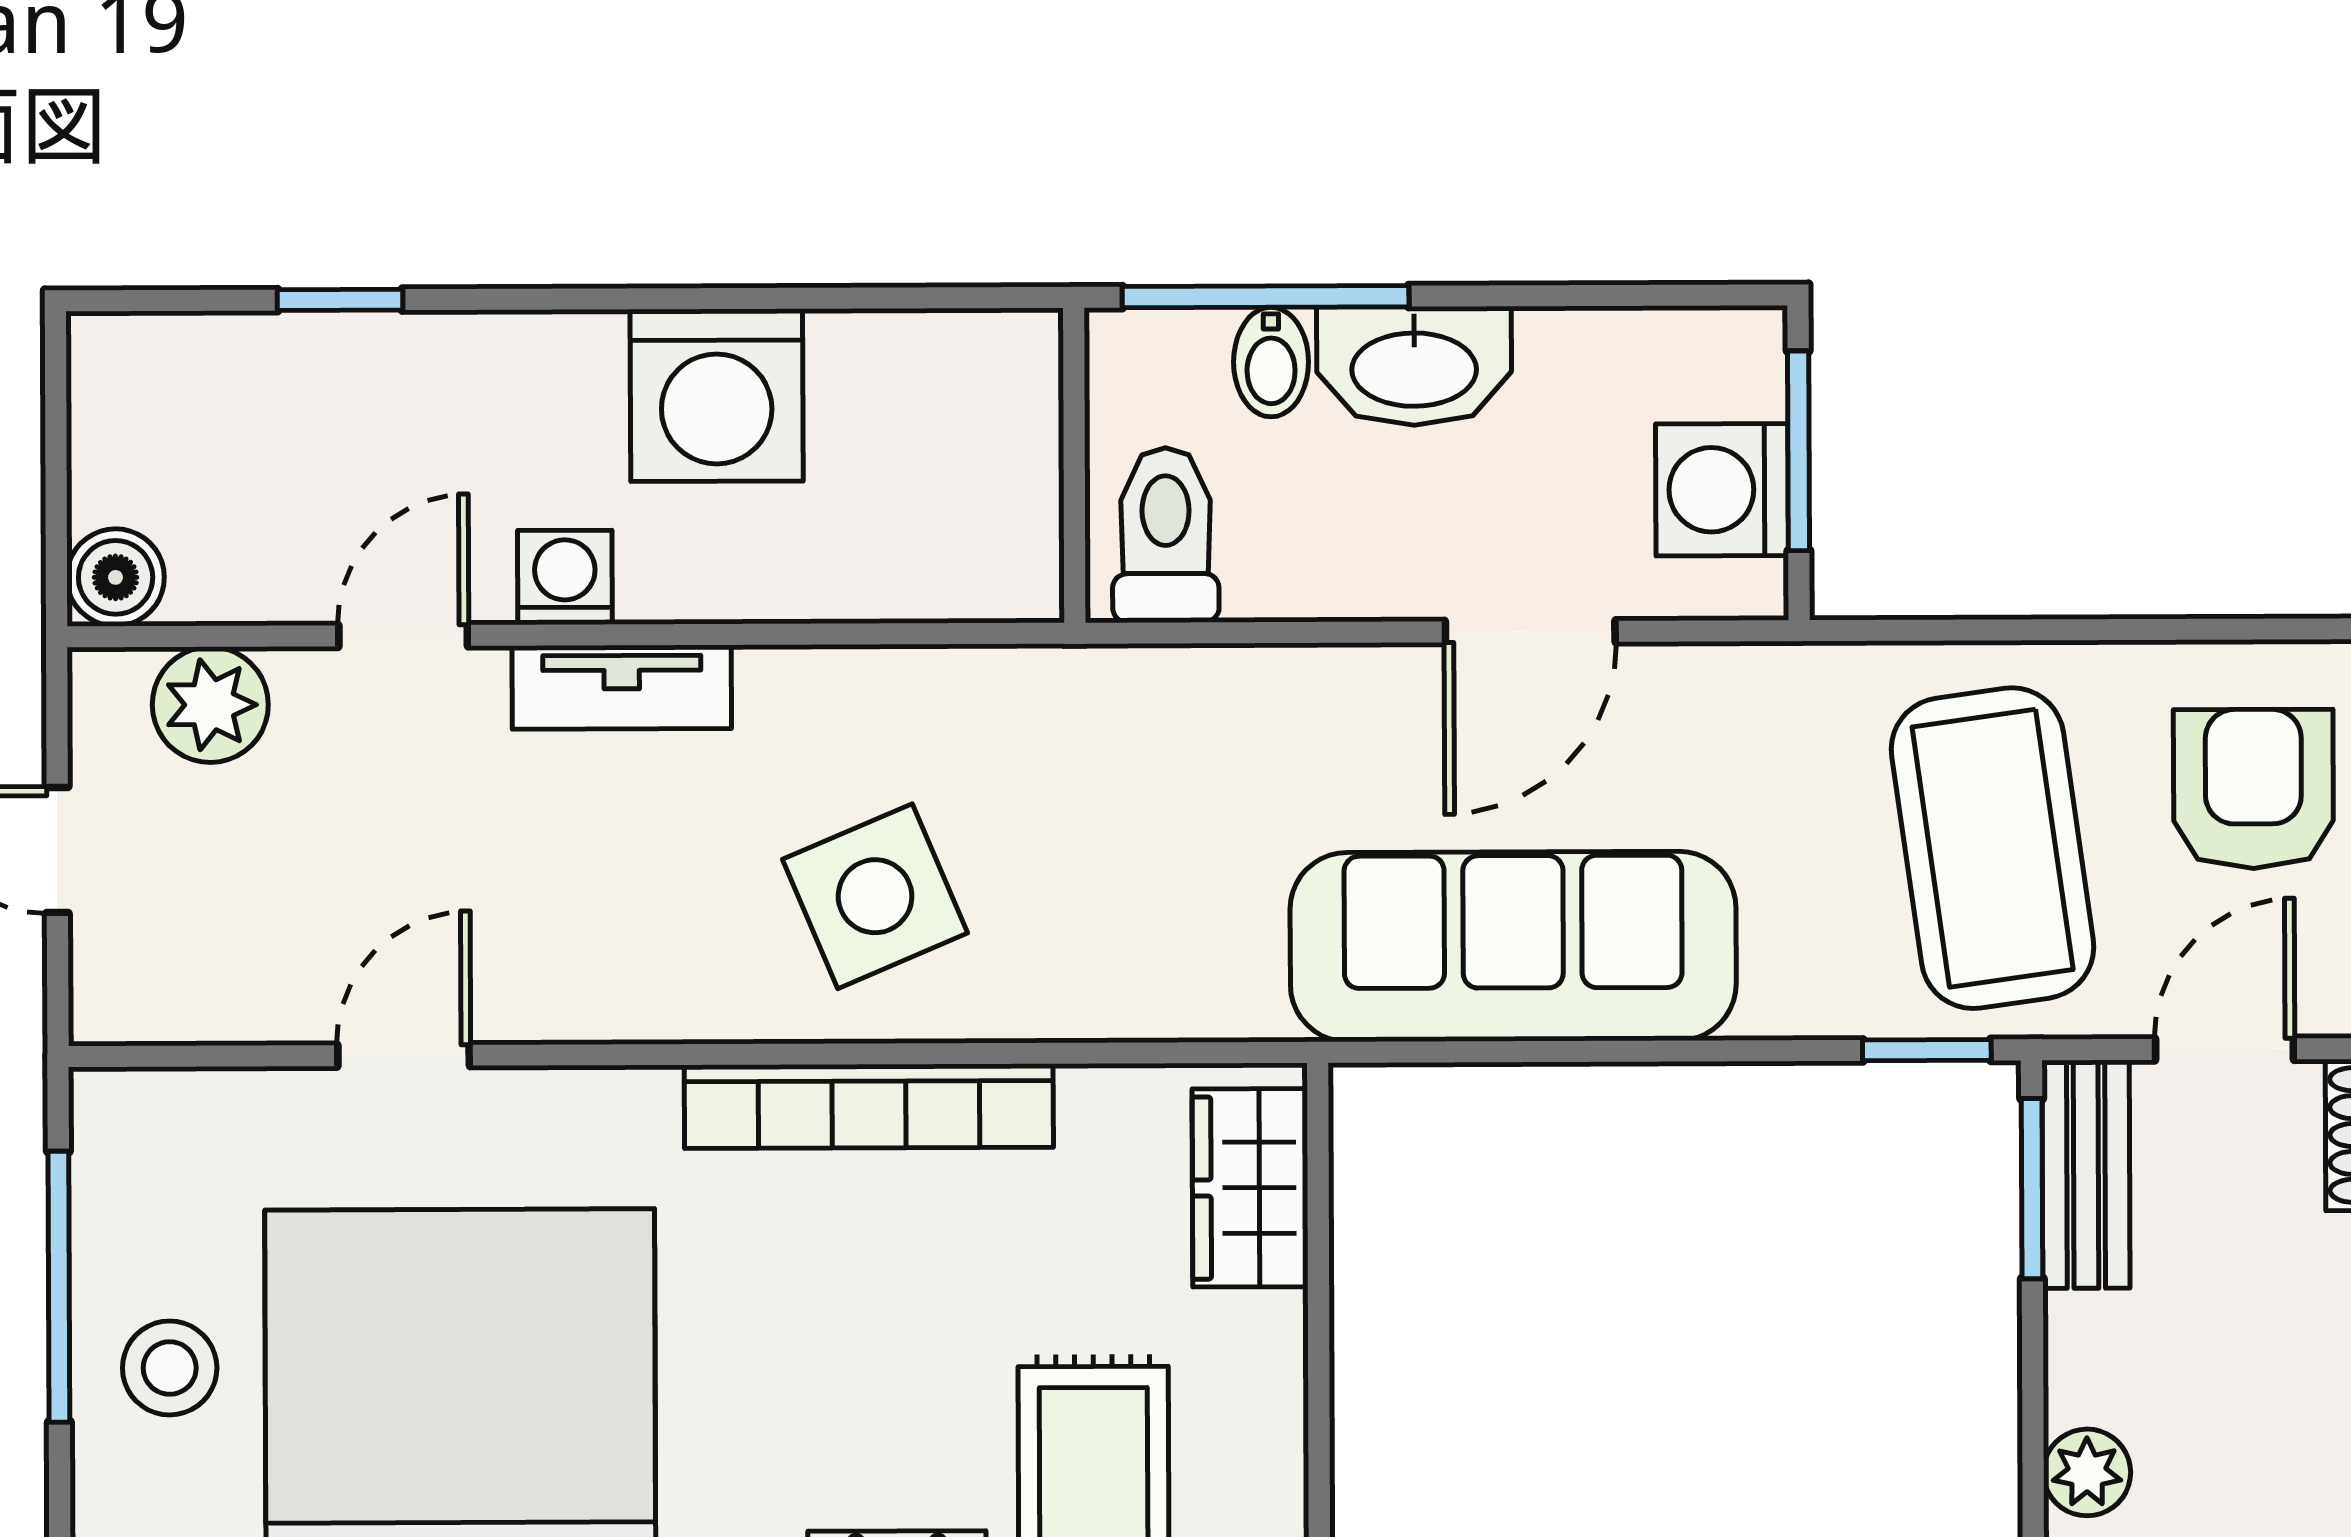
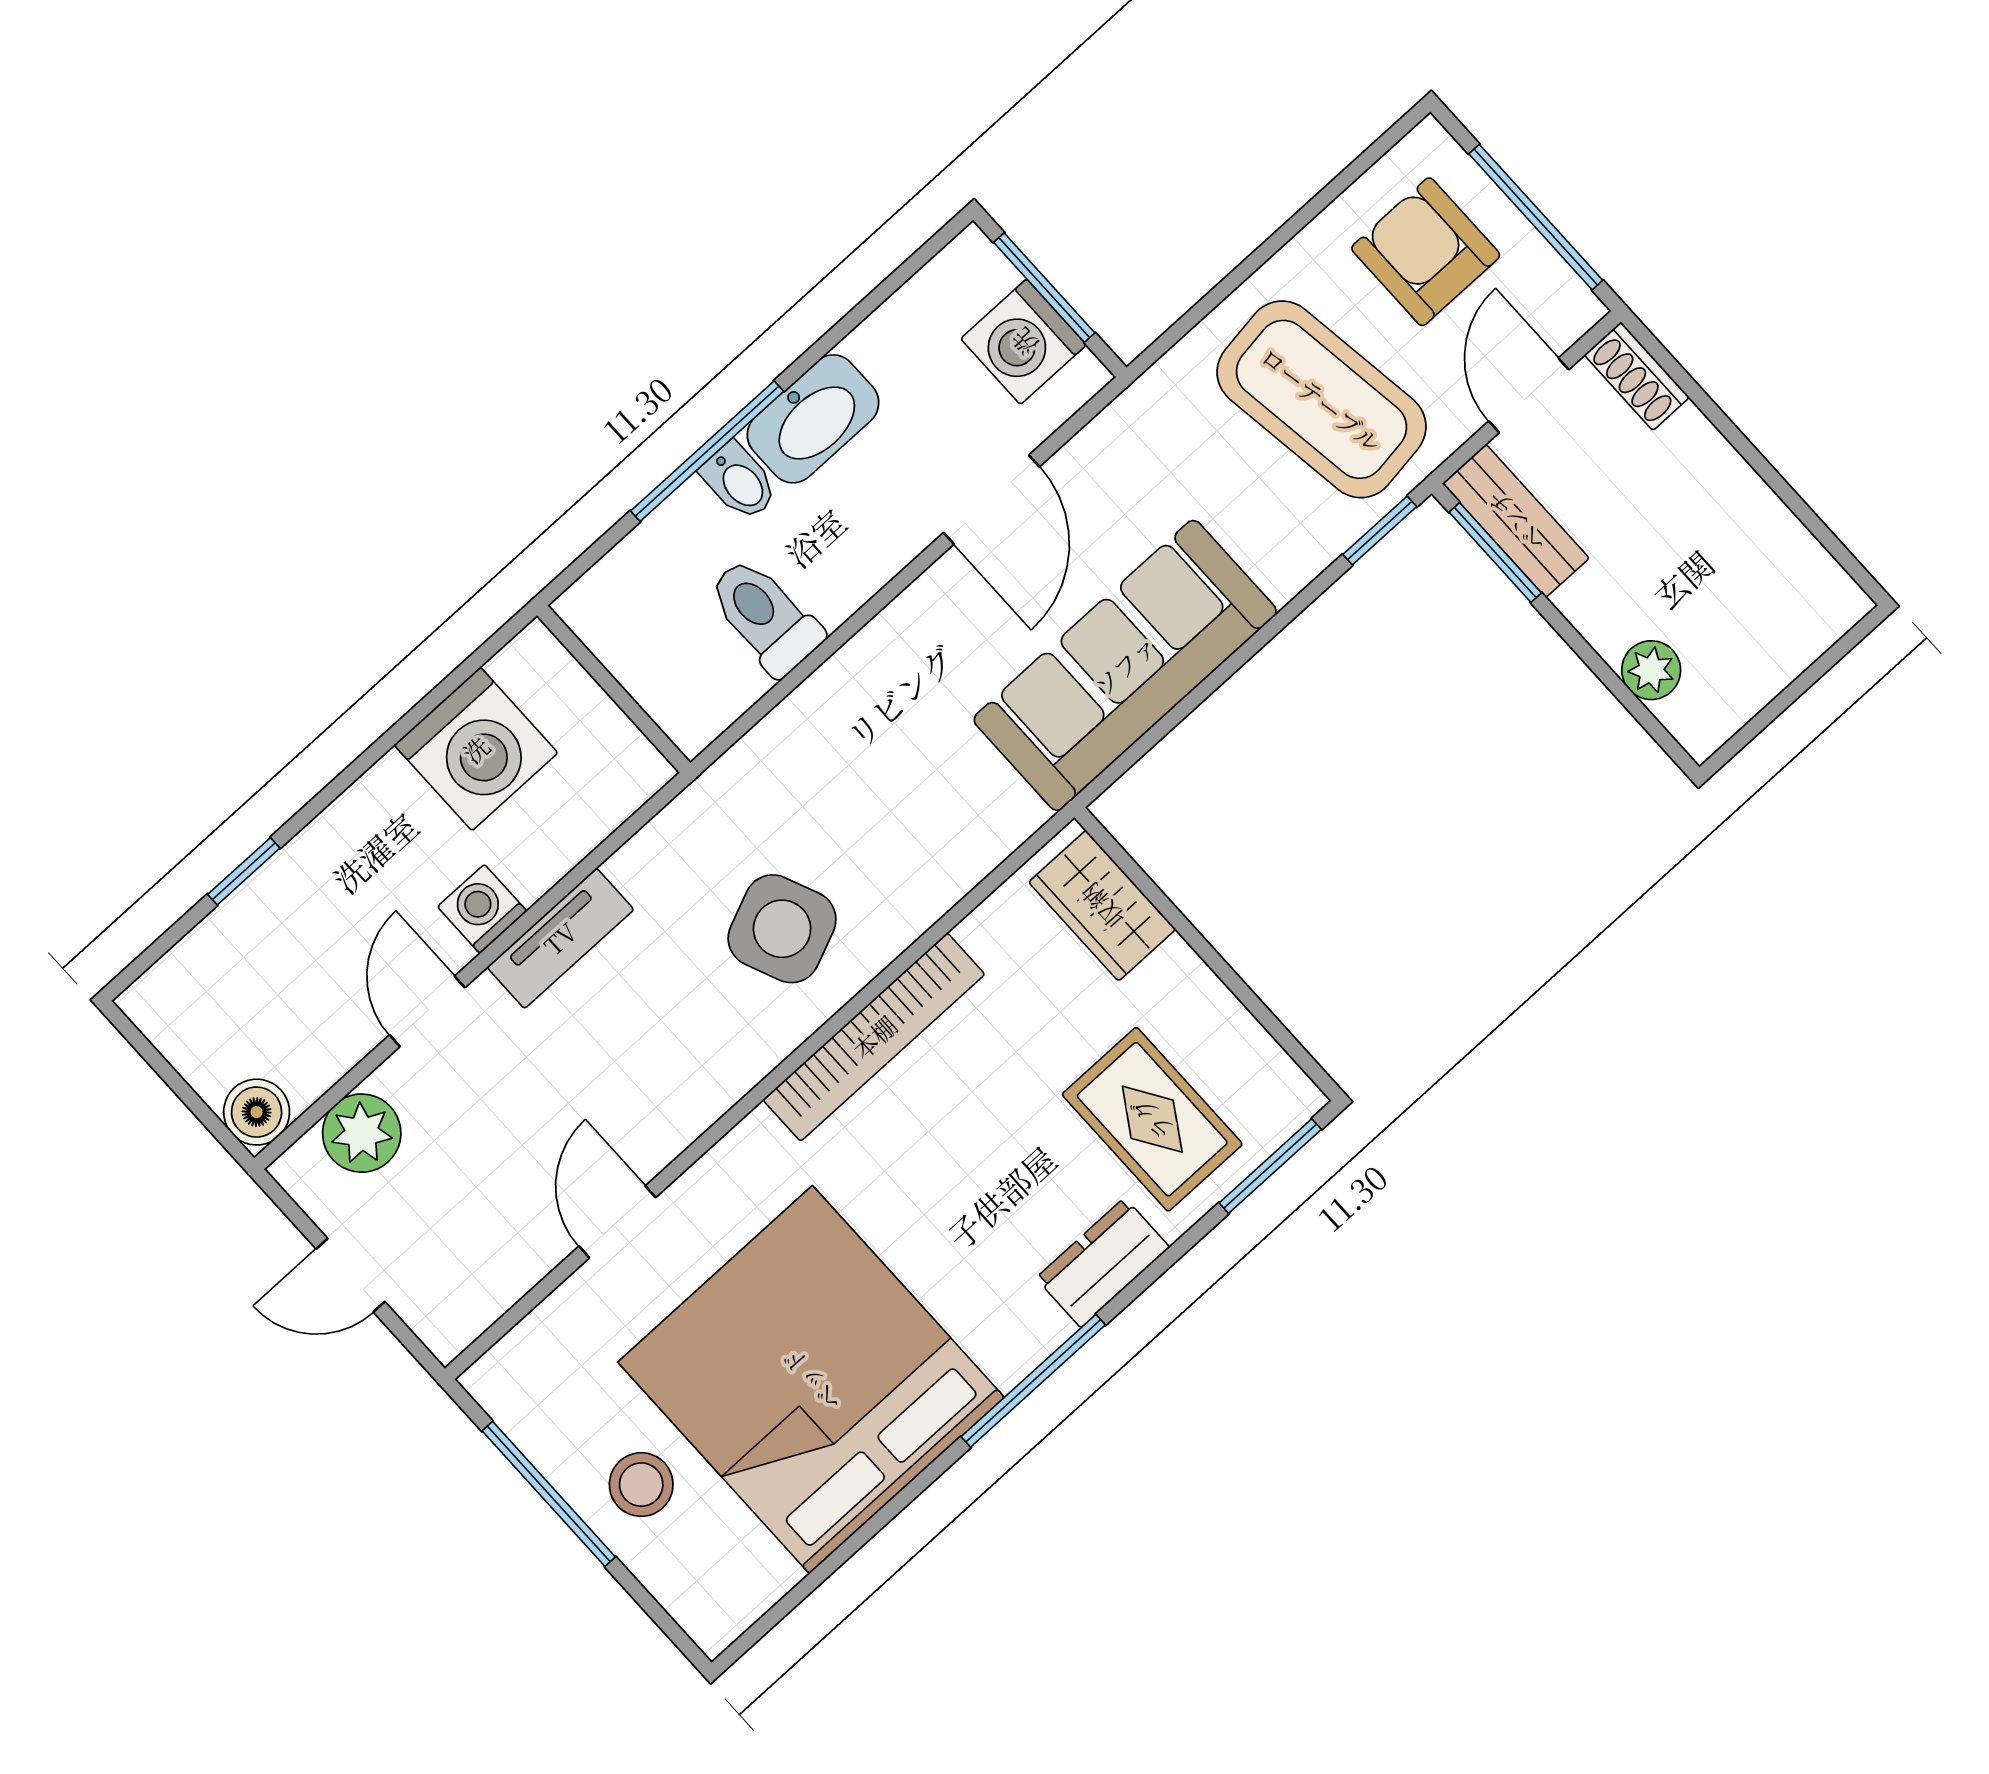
wall: (1074, 465) -> (614, 689), moved

